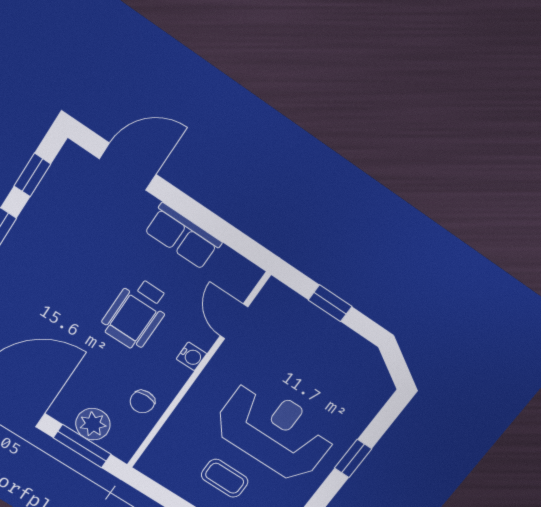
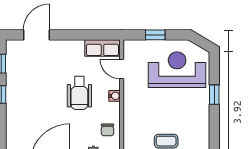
row of seats: (183, 236) -> (102, 48), moved
reception desk: (275, 431) -> (177, 70), moved

